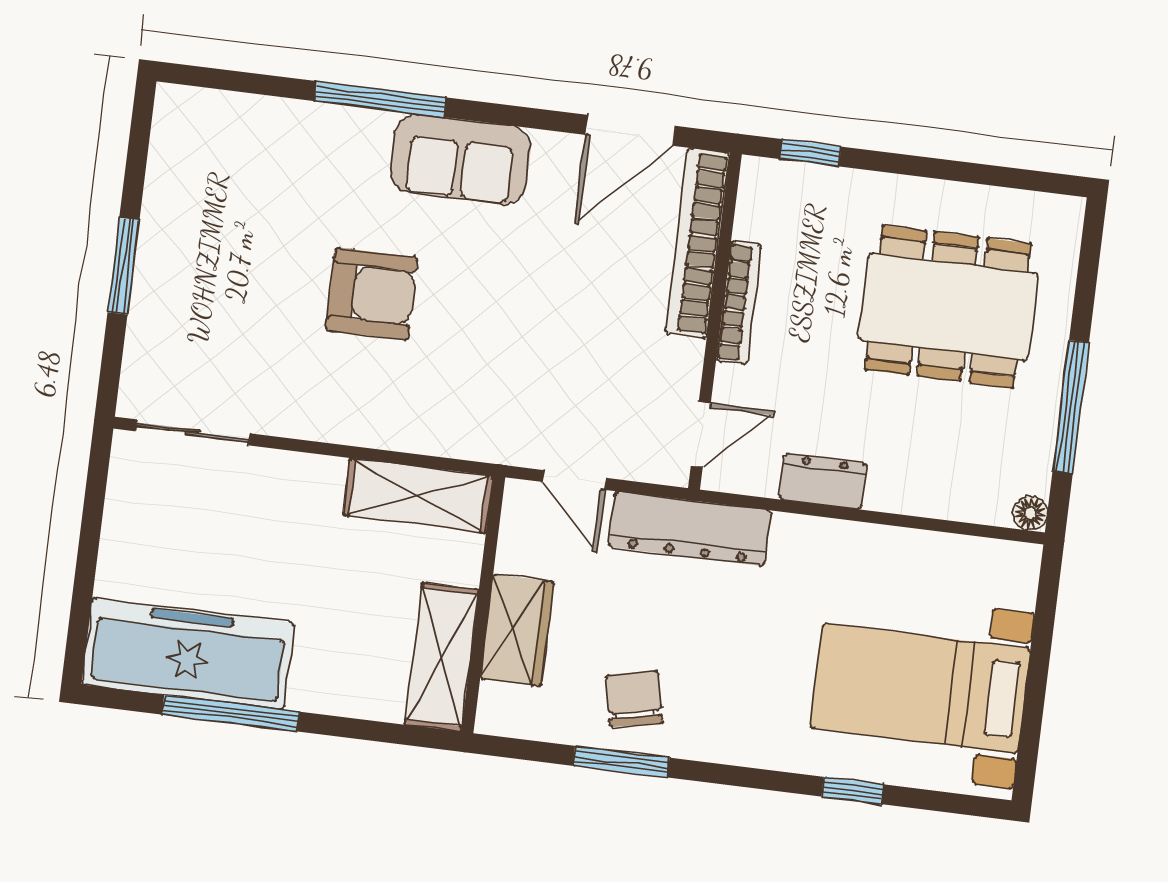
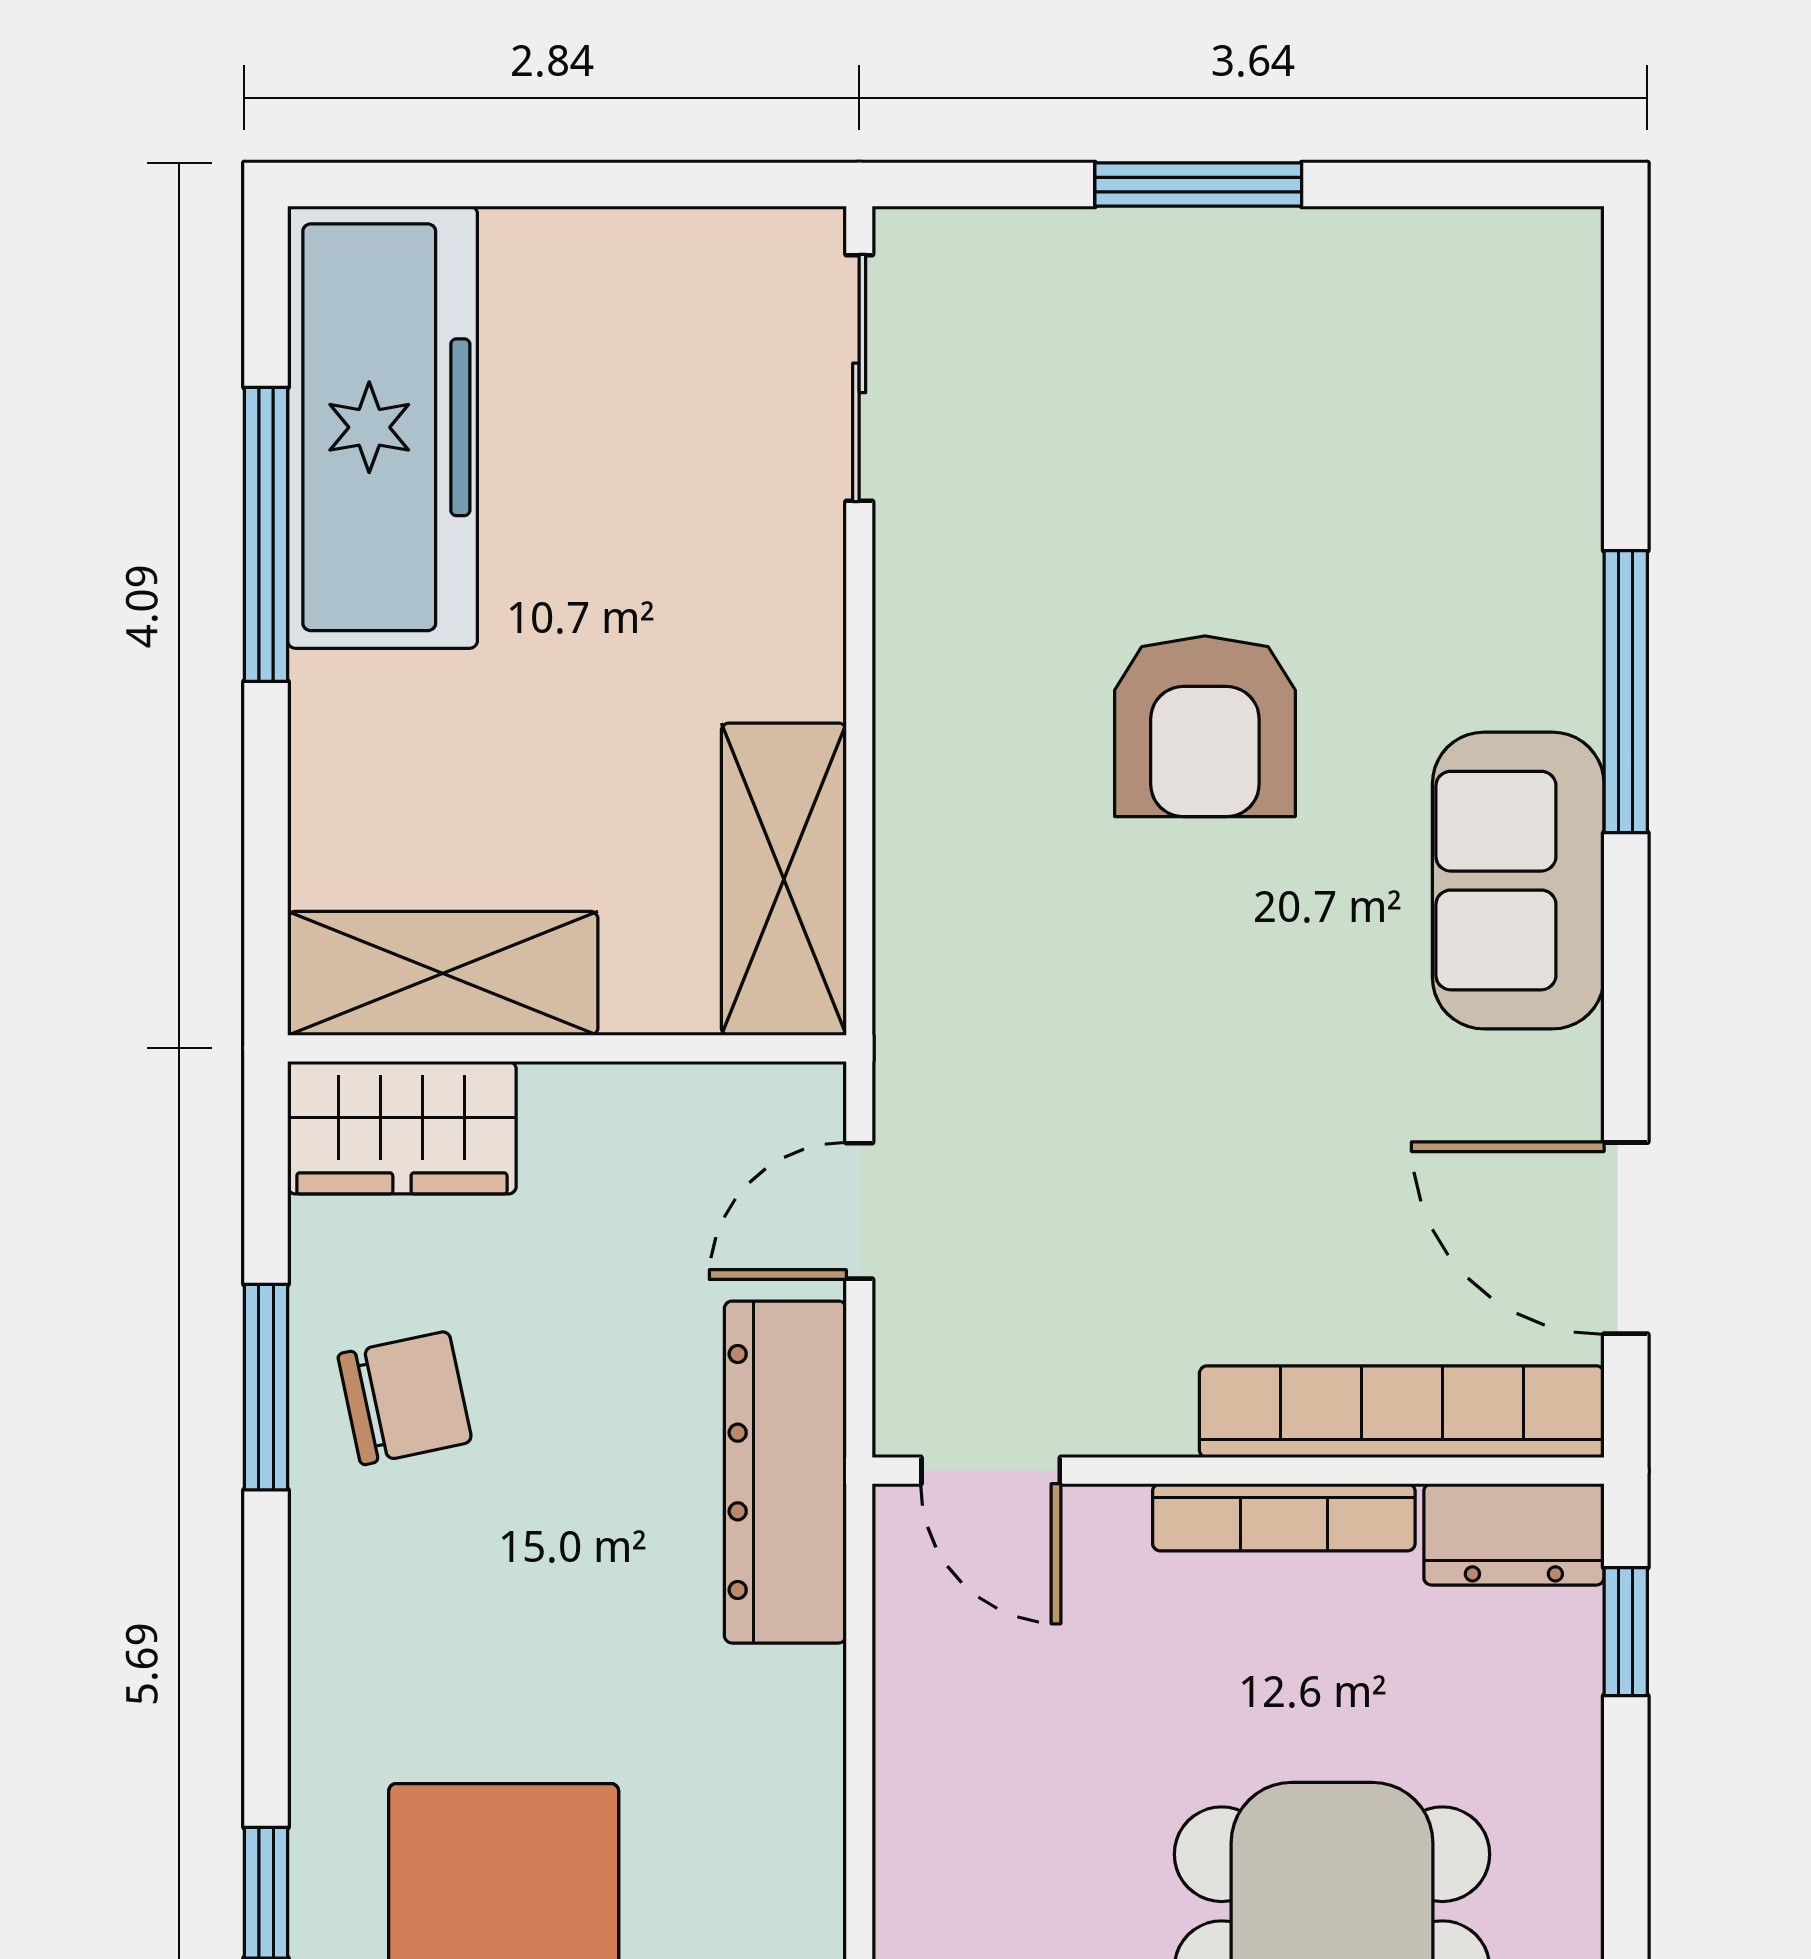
dresser: (823, 481) -> (1514, 1534), moved, turned 90
wardrobe: (517, 630) -> (402, 1128), moved

